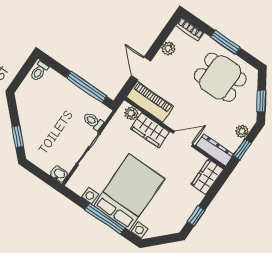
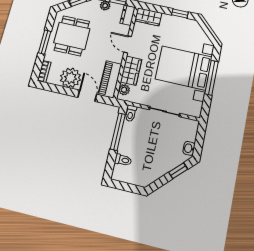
plant: (168, 48) -> (70, 78), width x1.88, depth x1.88
door: (141, 68) -> (87, 96), swing flipped
toilet: (39, 71) -> (123, 160), moved
toilet: (93, 121) -> (131, 113), moved
dresser: (215, 150) -> (128, 15), width x0.70
washbasin: (59, 174) -> (189, 148), moved

